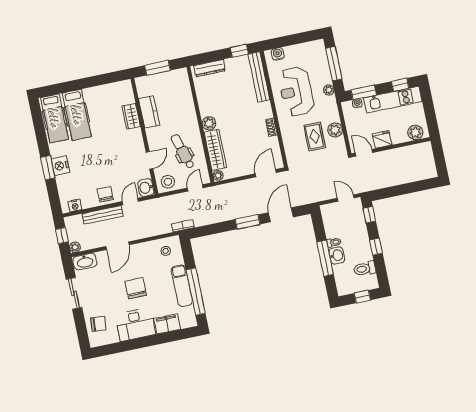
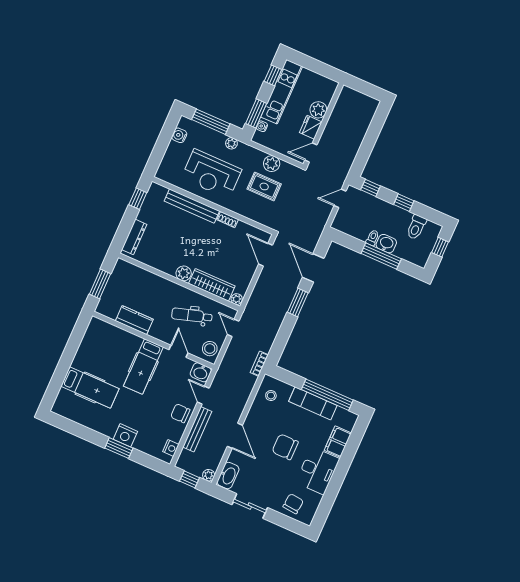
water cooler: (278, 54) -> (179, 135), moved
bench: (259, 77) -> (192, 206), moved
wardrobe: (131, 116) -> (127, 339), removed
hospital bed: (54, 118) -> (143, 367), moved, turned 90
plant: (415, 132) -> (318, 110), moved

